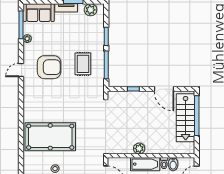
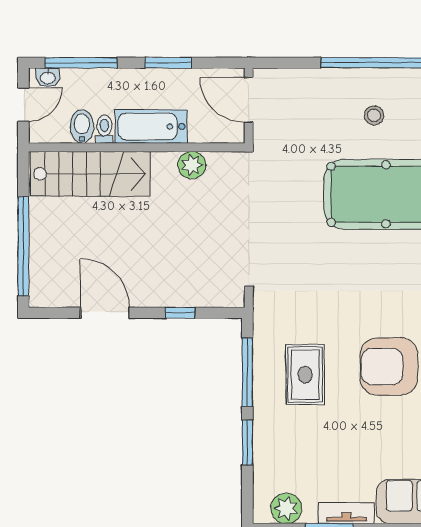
stairs: (186, 118) -> (90, 174), moved, turned 90
plant: (139, 149) -> (192, 165), moved

